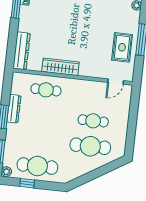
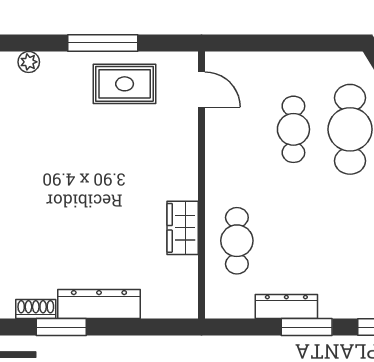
dresser: (22, 51) -> (99, 304), moved
wardrobe: (60, 67) -> (183, 228), width x0.67

